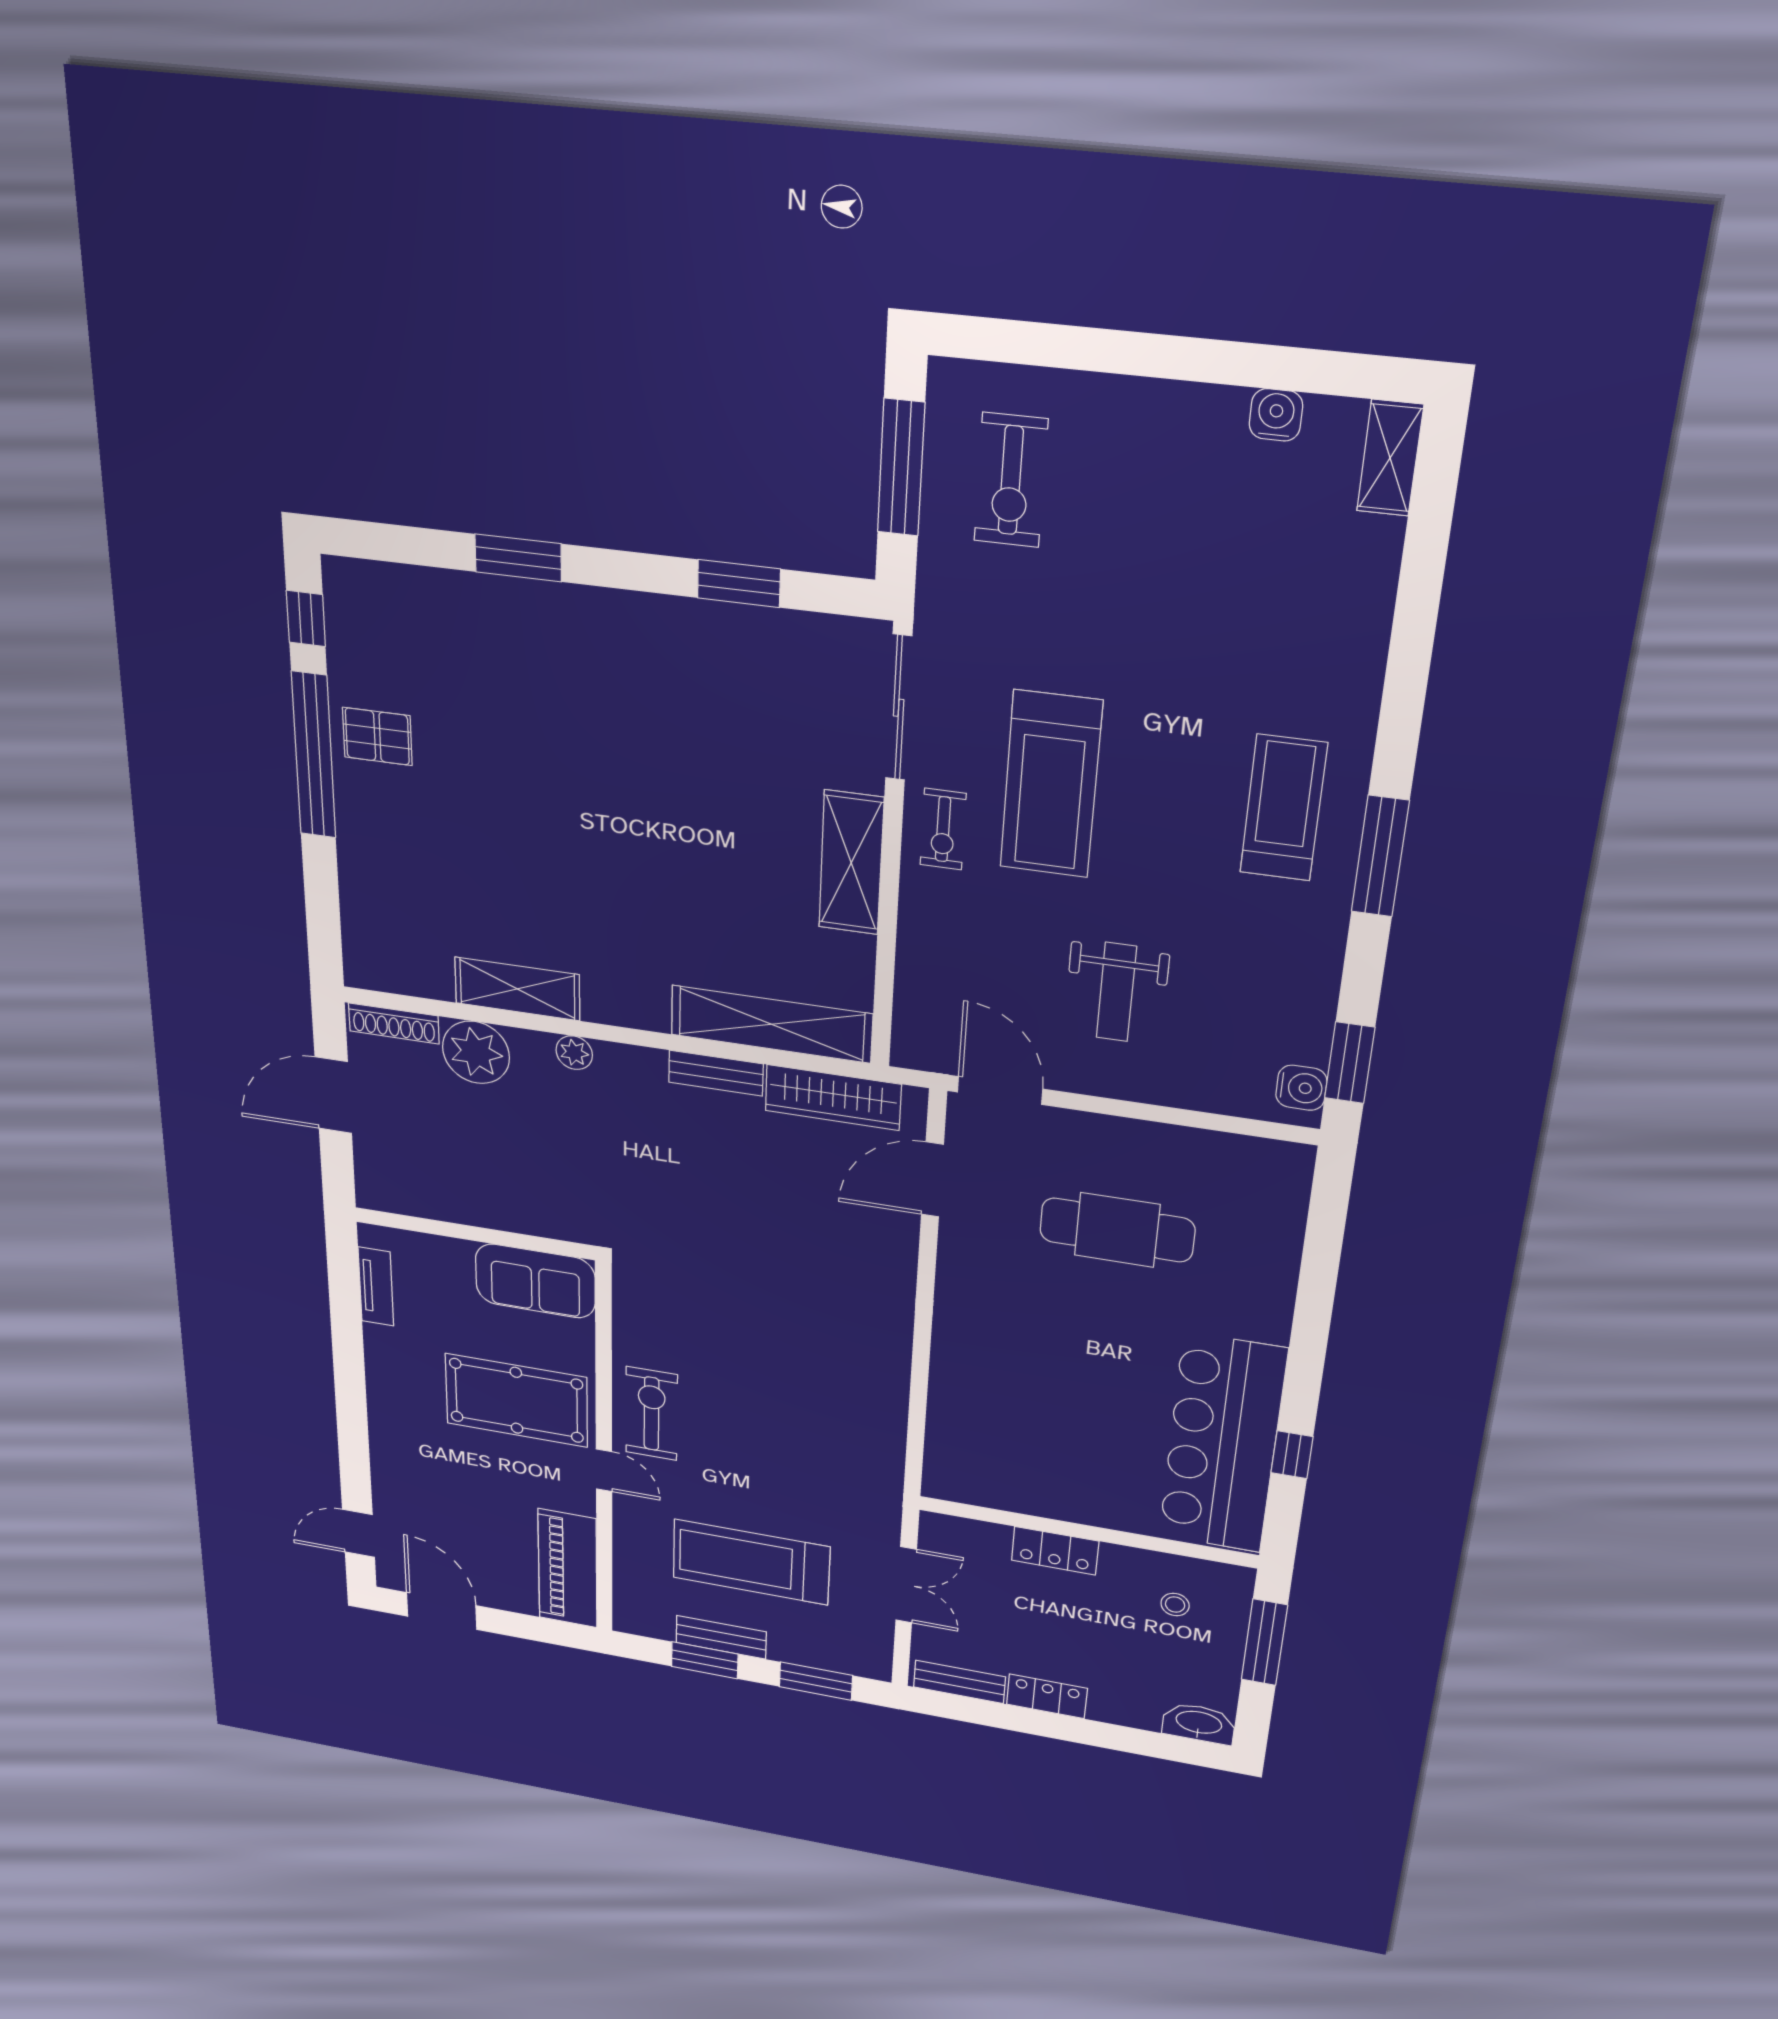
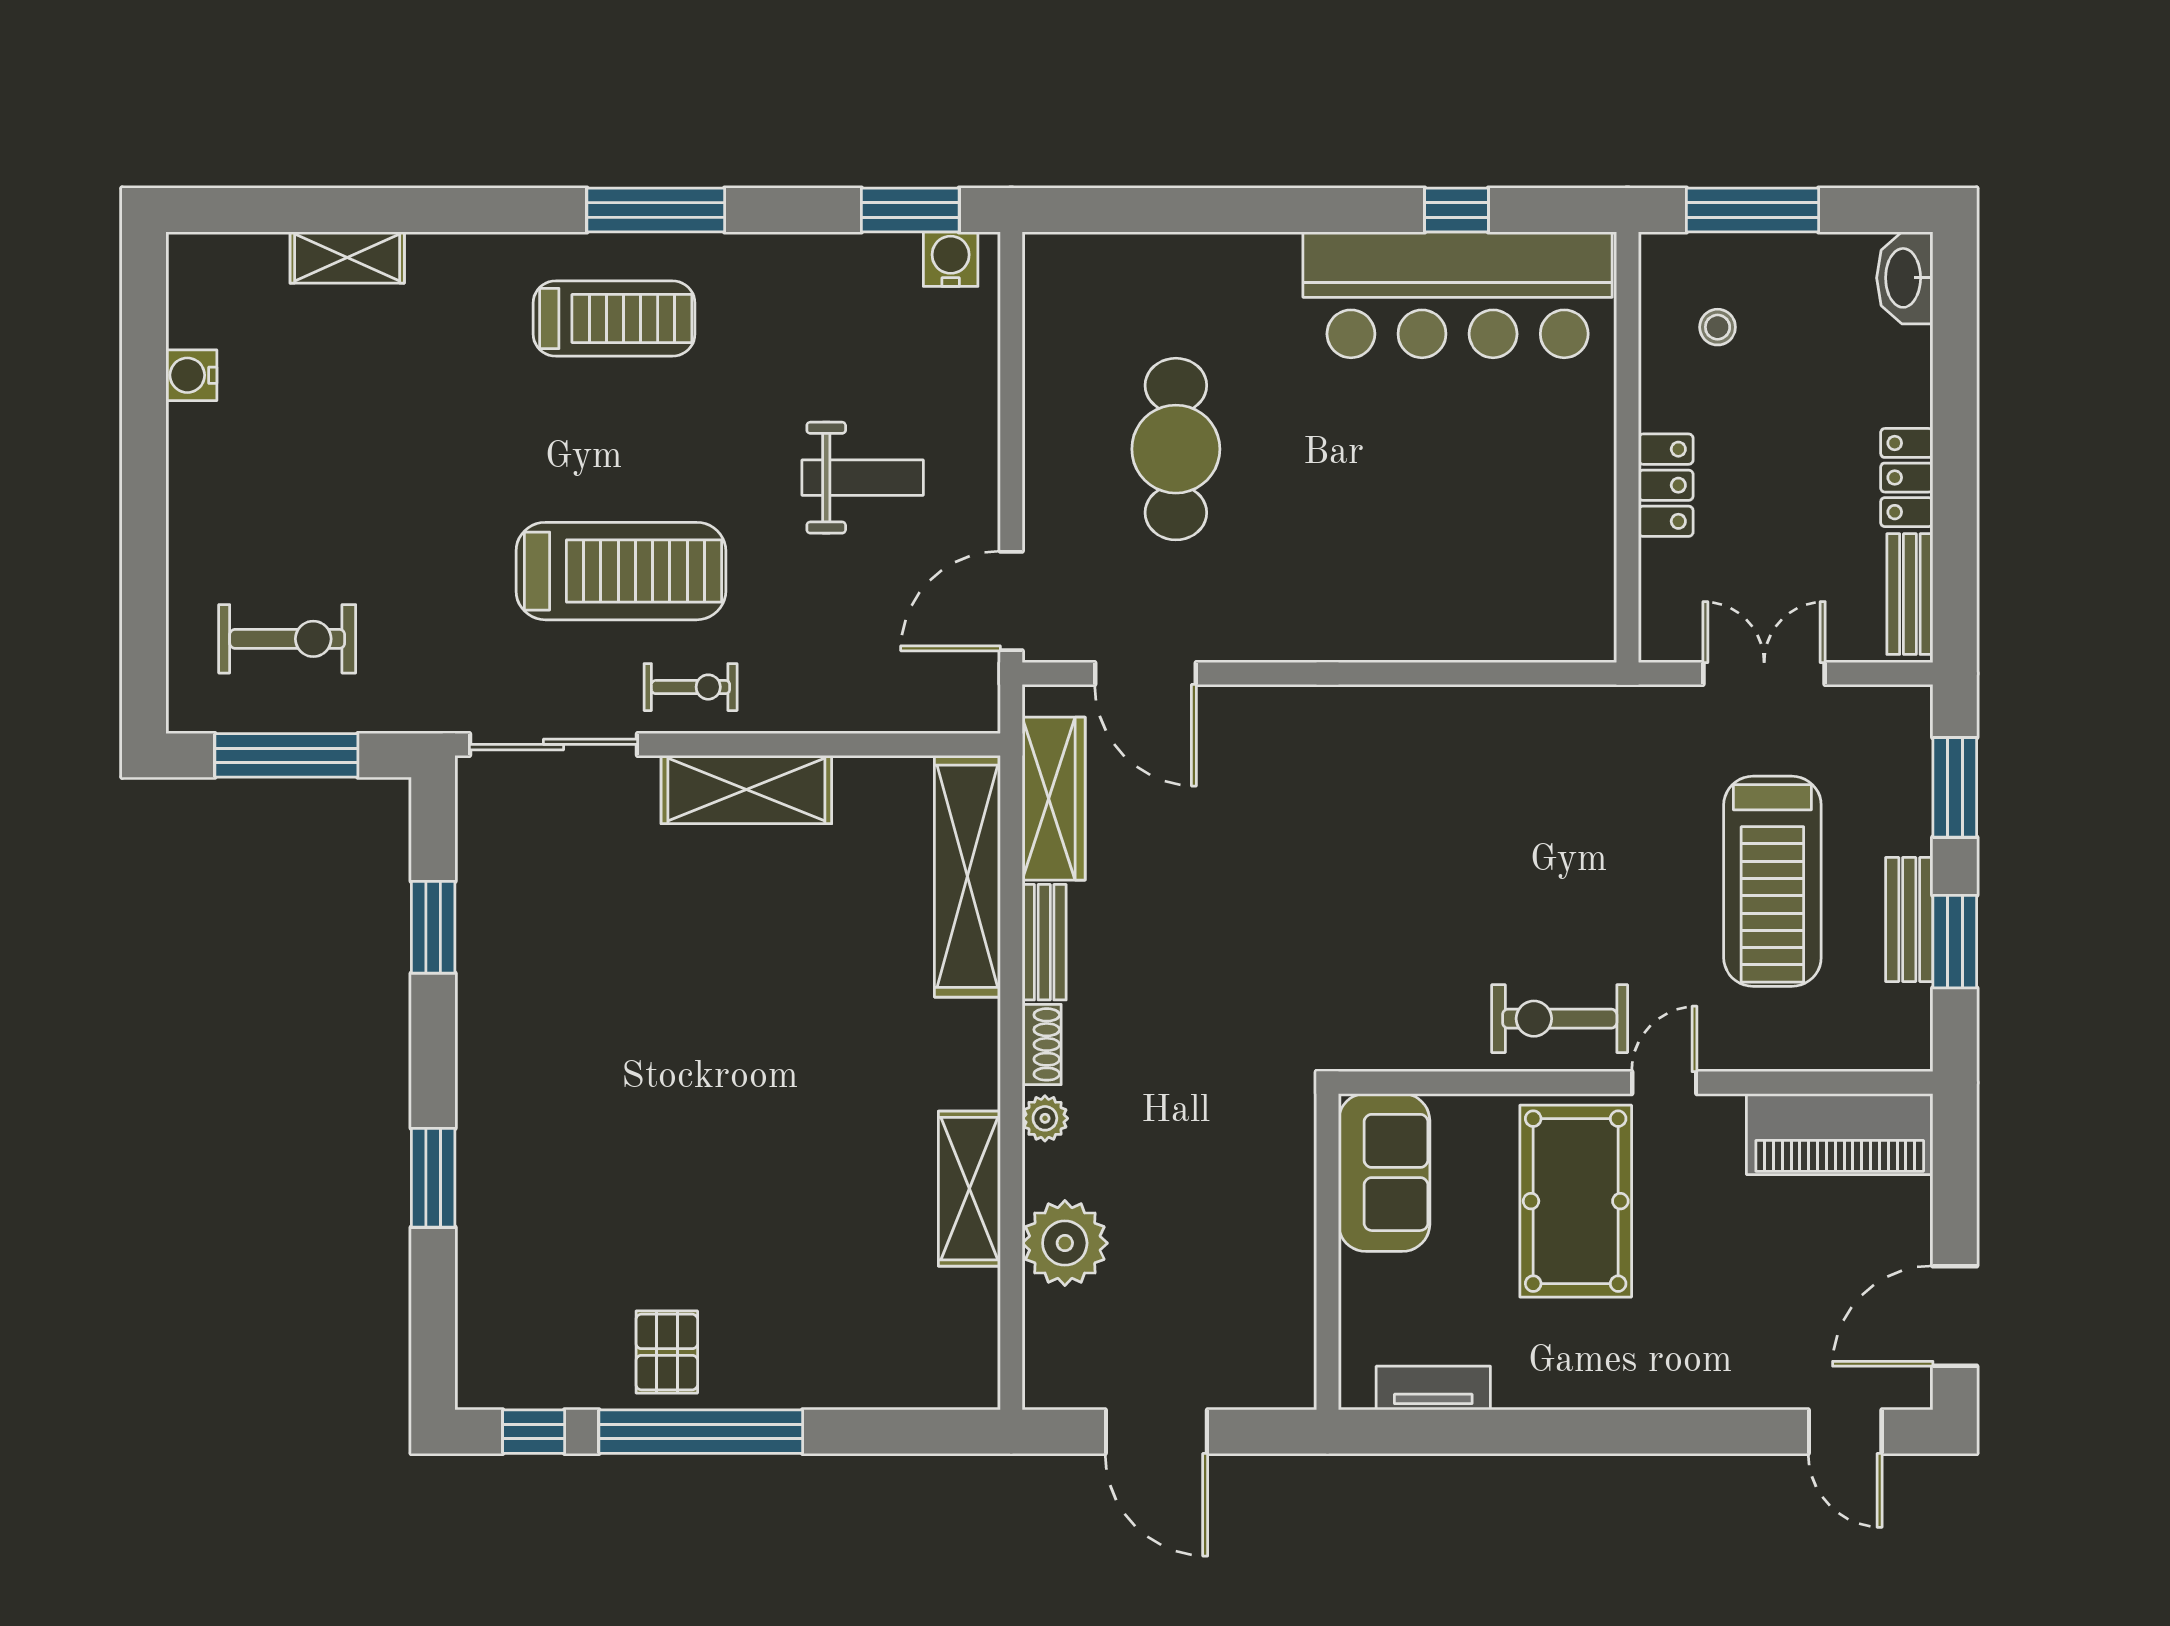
shelving: (1390, 458) -> (347, 258), moved
treadmill: (1283, 808) -> (614, 319), turned 180
shoe rack: (394, 1023) -> (1042, 1044), moved, width x0.70

